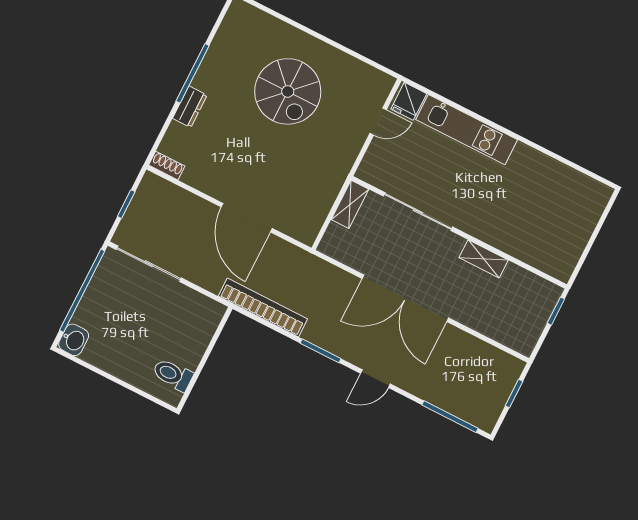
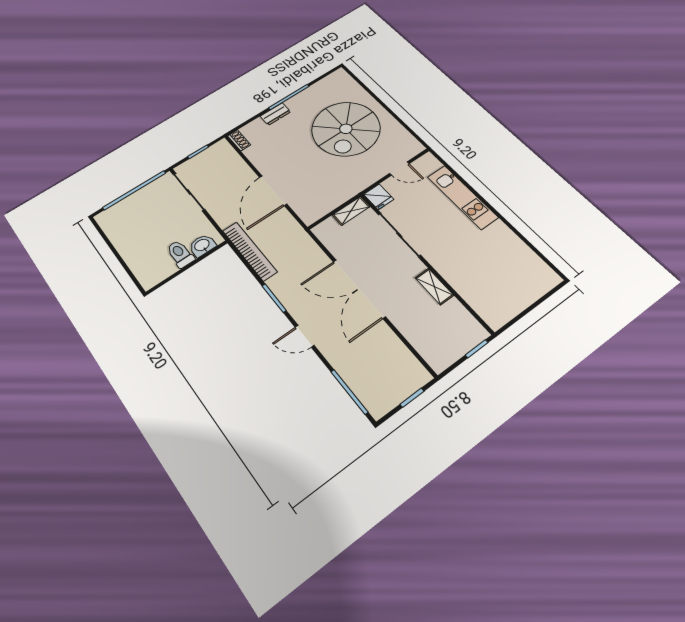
spiral stairs: (288, 91) -> (346, 129), width x1.37, depth x1.37
fridge: (409, 101) -> (379, 197), moved, turned -90
washbasin: (74, 340) -> (202, 245), moved, turned 180
toilet: (173, 375) -> (180, 254), moved

